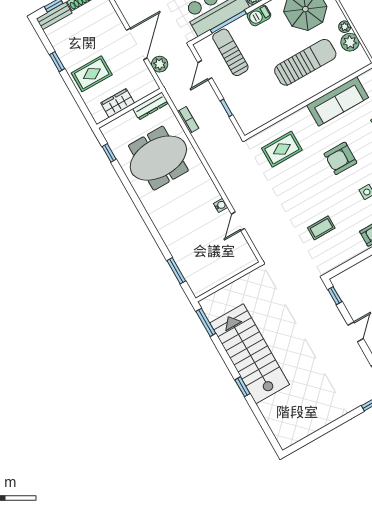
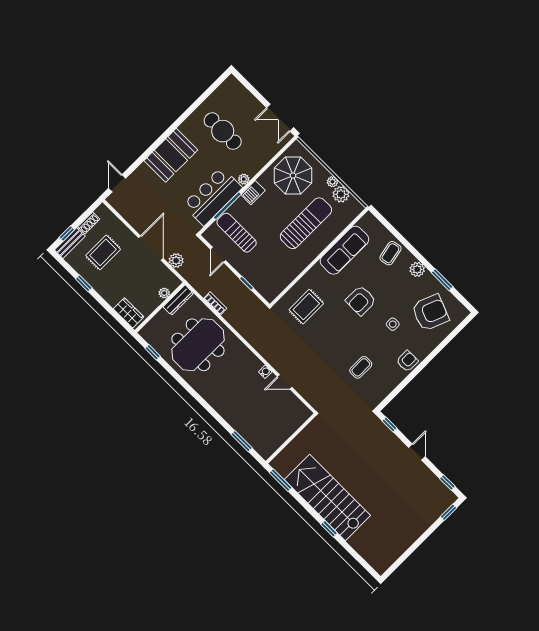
rug: (92, 74) -> (103, 252), moved
plant: (138, 95) -> (164, 293), added
wardrobe: (118, 103) -> (129, 313), moved, turned 90
door: (238, 221) -> (285, 382), hinge flipped

